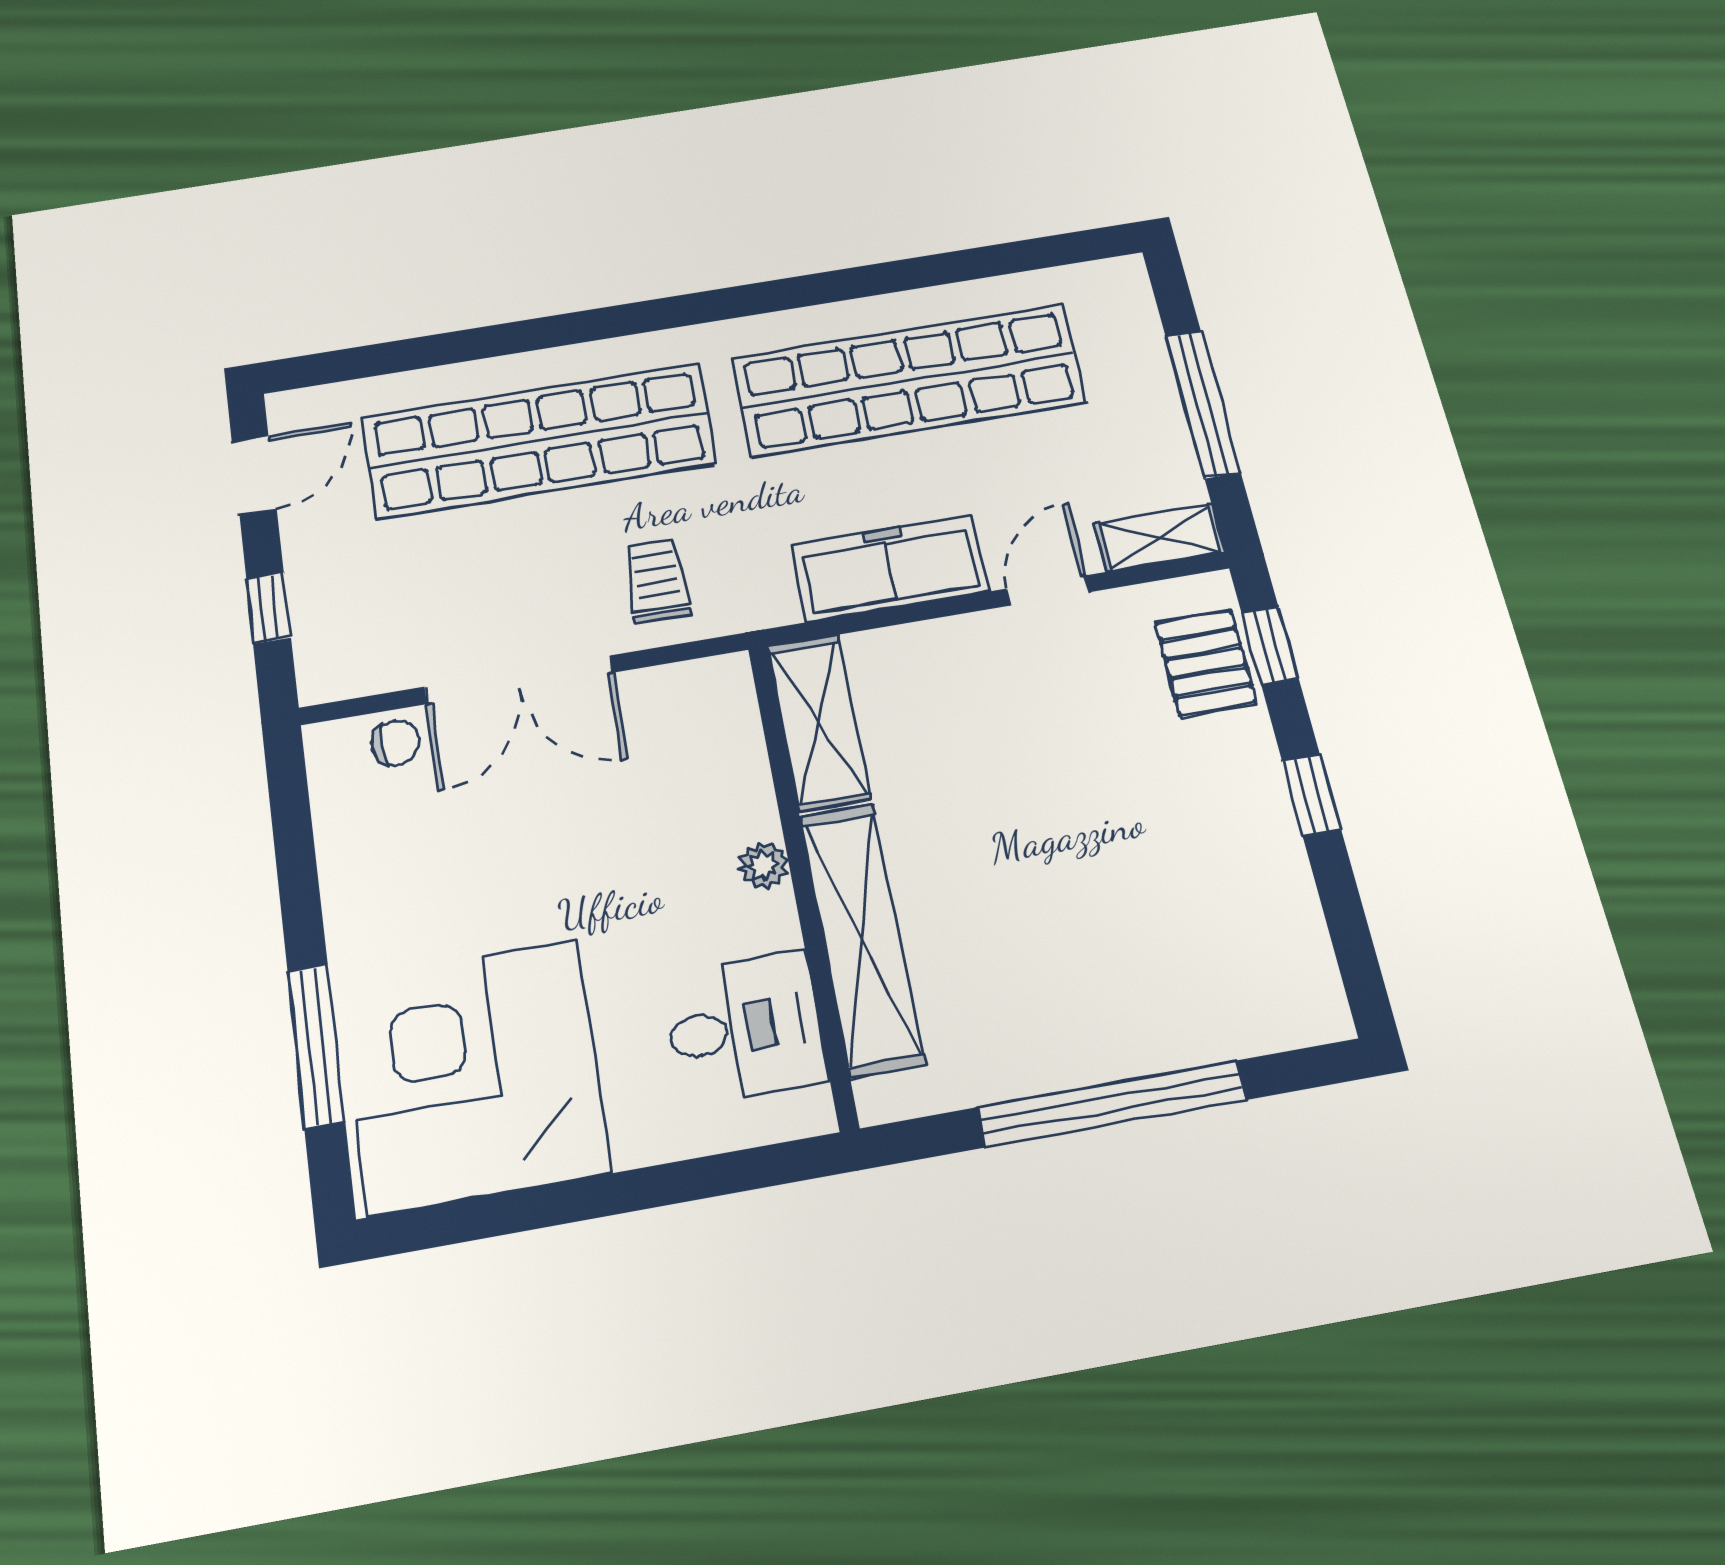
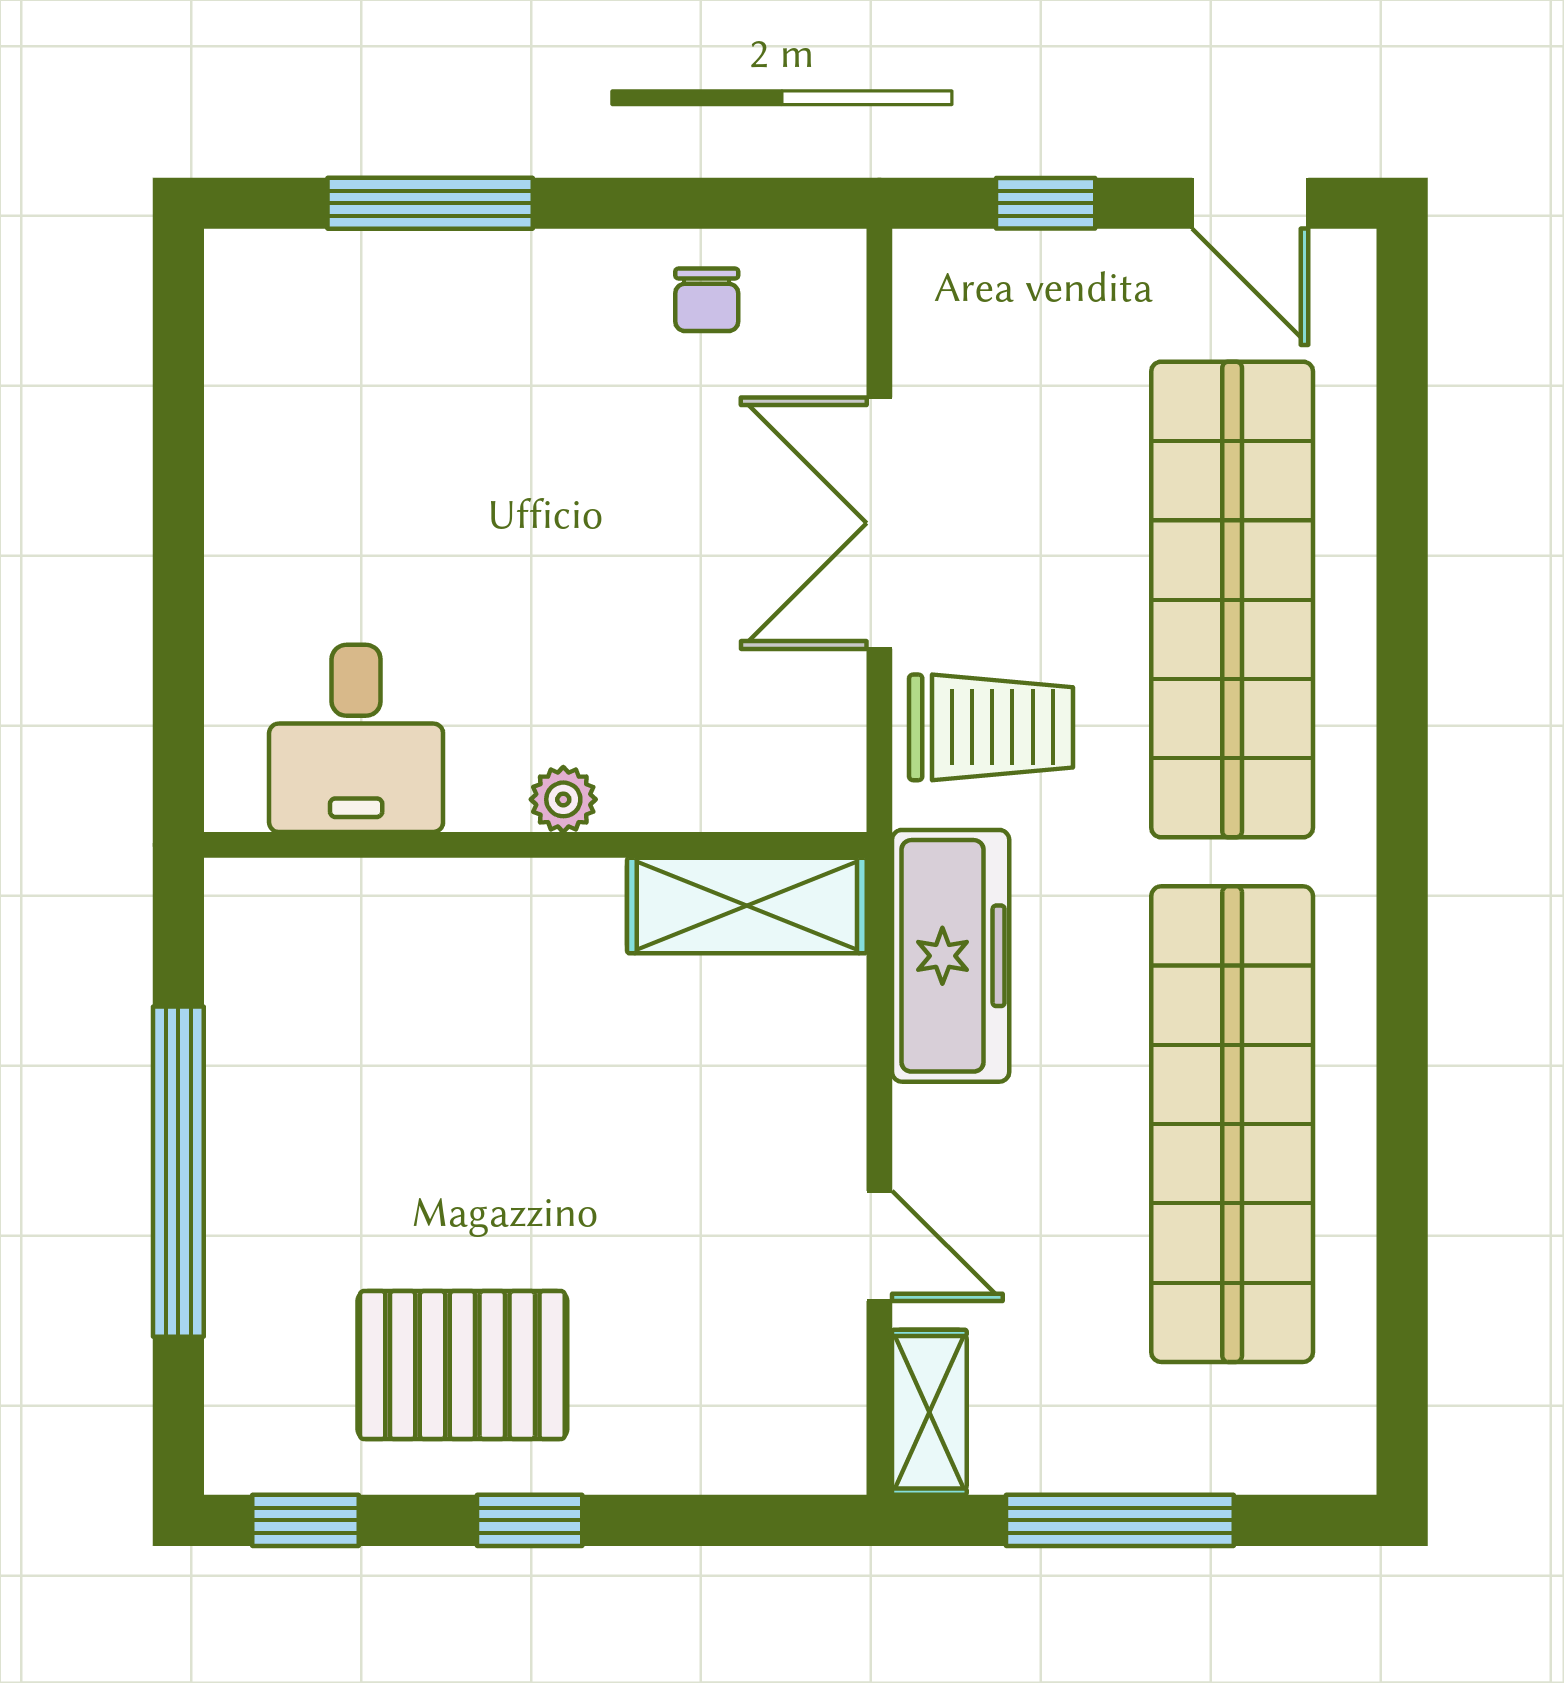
freezer: (890, 568) -> (951, 956), moved
trolley: (657, 580) -> (991, 727), width x1.36, depth x1.39
window: (1270, 646) -> (305, 1520), moved
pallet: (1206, 663) -> (462, 1365), moved, width x1.50, depth x1.42
chair: (396, 743) -> (707, 300), moved
shelving: (861, 939) -> (444, 906), removed
corner desk: (474, 1075) -> (356, 394), removed

